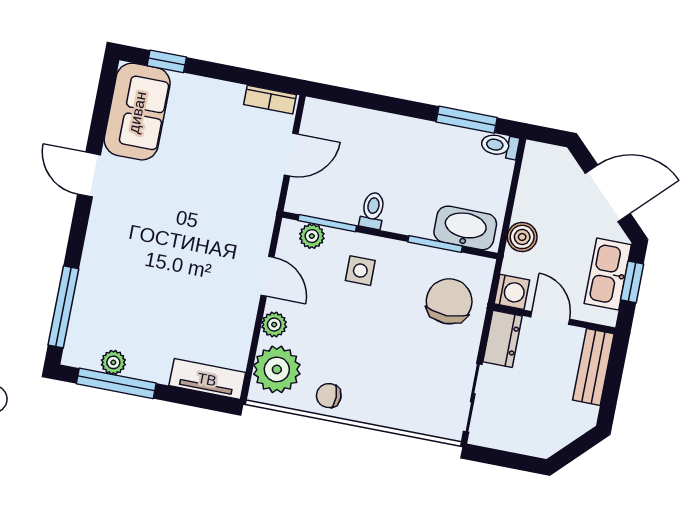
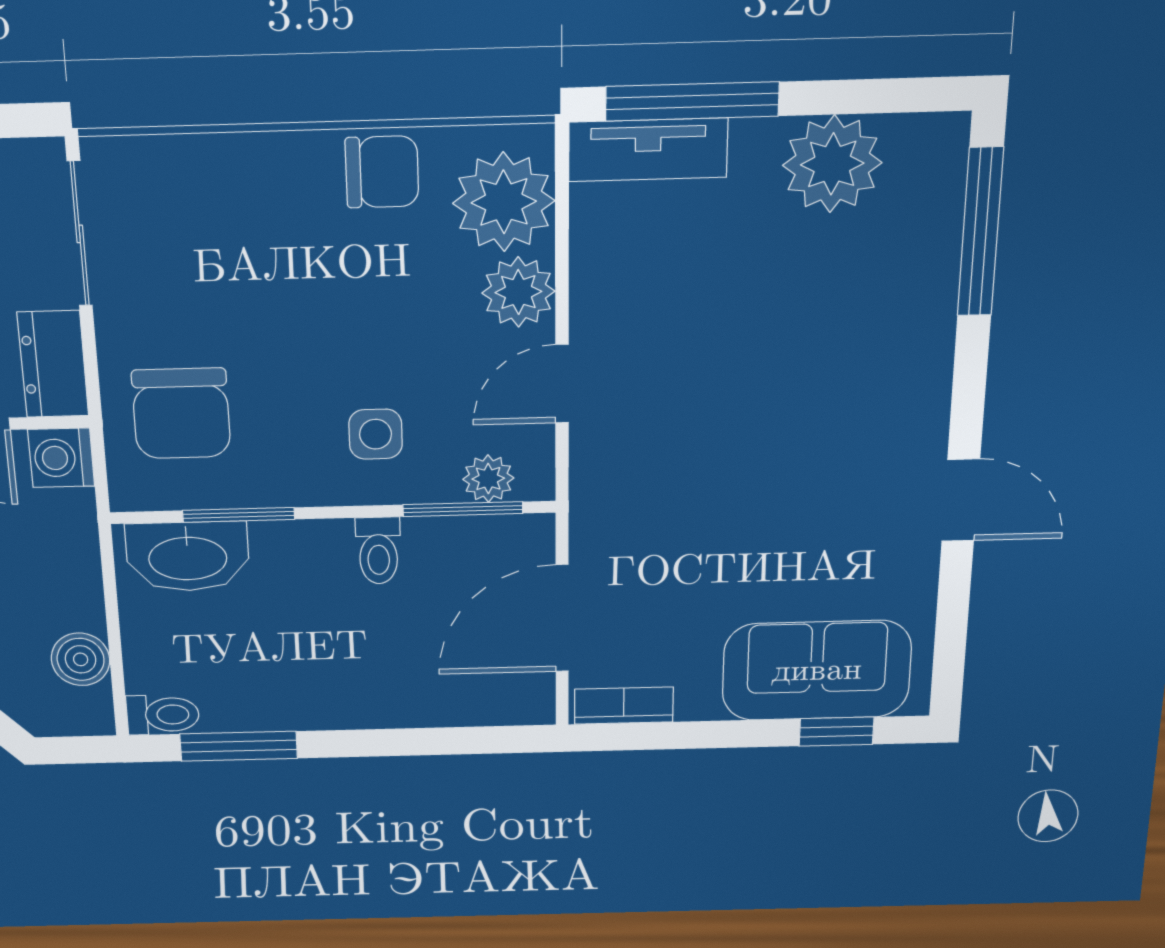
sofa: (137, 112) -> (817, 670), moved, turned 90
door: (291, 155) -> (562, 618), width x1.38
boiler: (522, 237) -> (81, 659), moved
door: (268, 276) -> (562, 384), hinge flipped
plant: (274, 325) -> (518, 292), width x1.38, depth x1.38
plant: (113, 362) -> (832, 164), width x1.87, depth x1.87
window: (116, 383) -> (692, 101), moved
chair: (329, 396) -> (382, 172), width x1.37, depth x1.37

